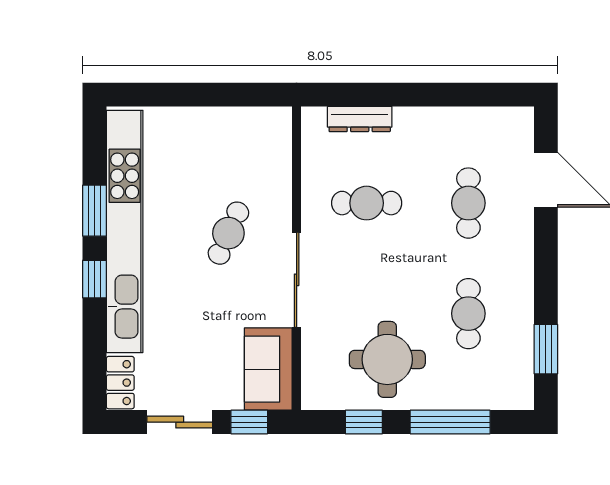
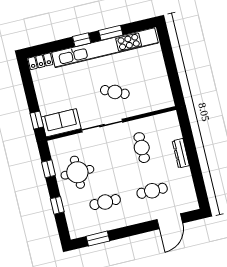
dresser: (360, 119) -> (181, 153), moved
sliding door: (180, 422) -> (30, 91), removed
window: (450, 422) -> (57, 205), width x0.46

